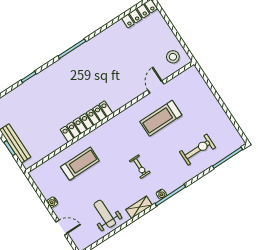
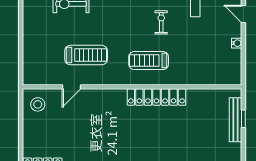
treadmill: (80, 164) -> (149, 61), moved
exercise bike: (140, 167) -> (161, 22), moved

